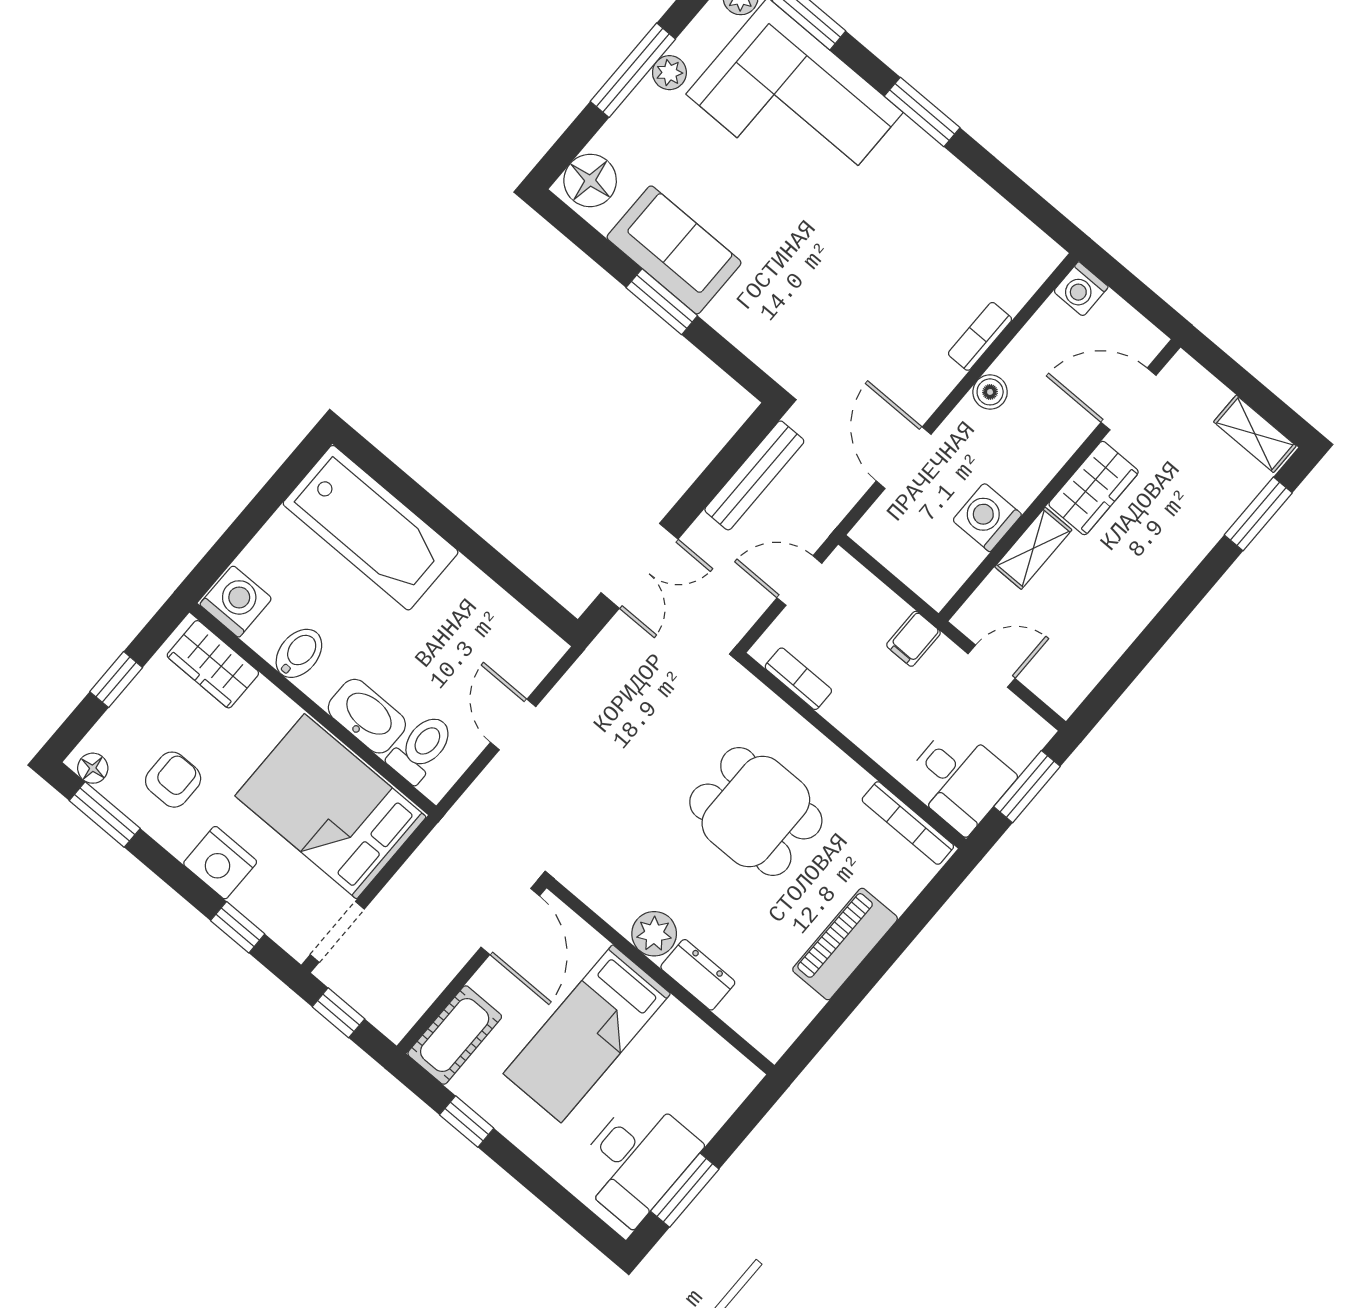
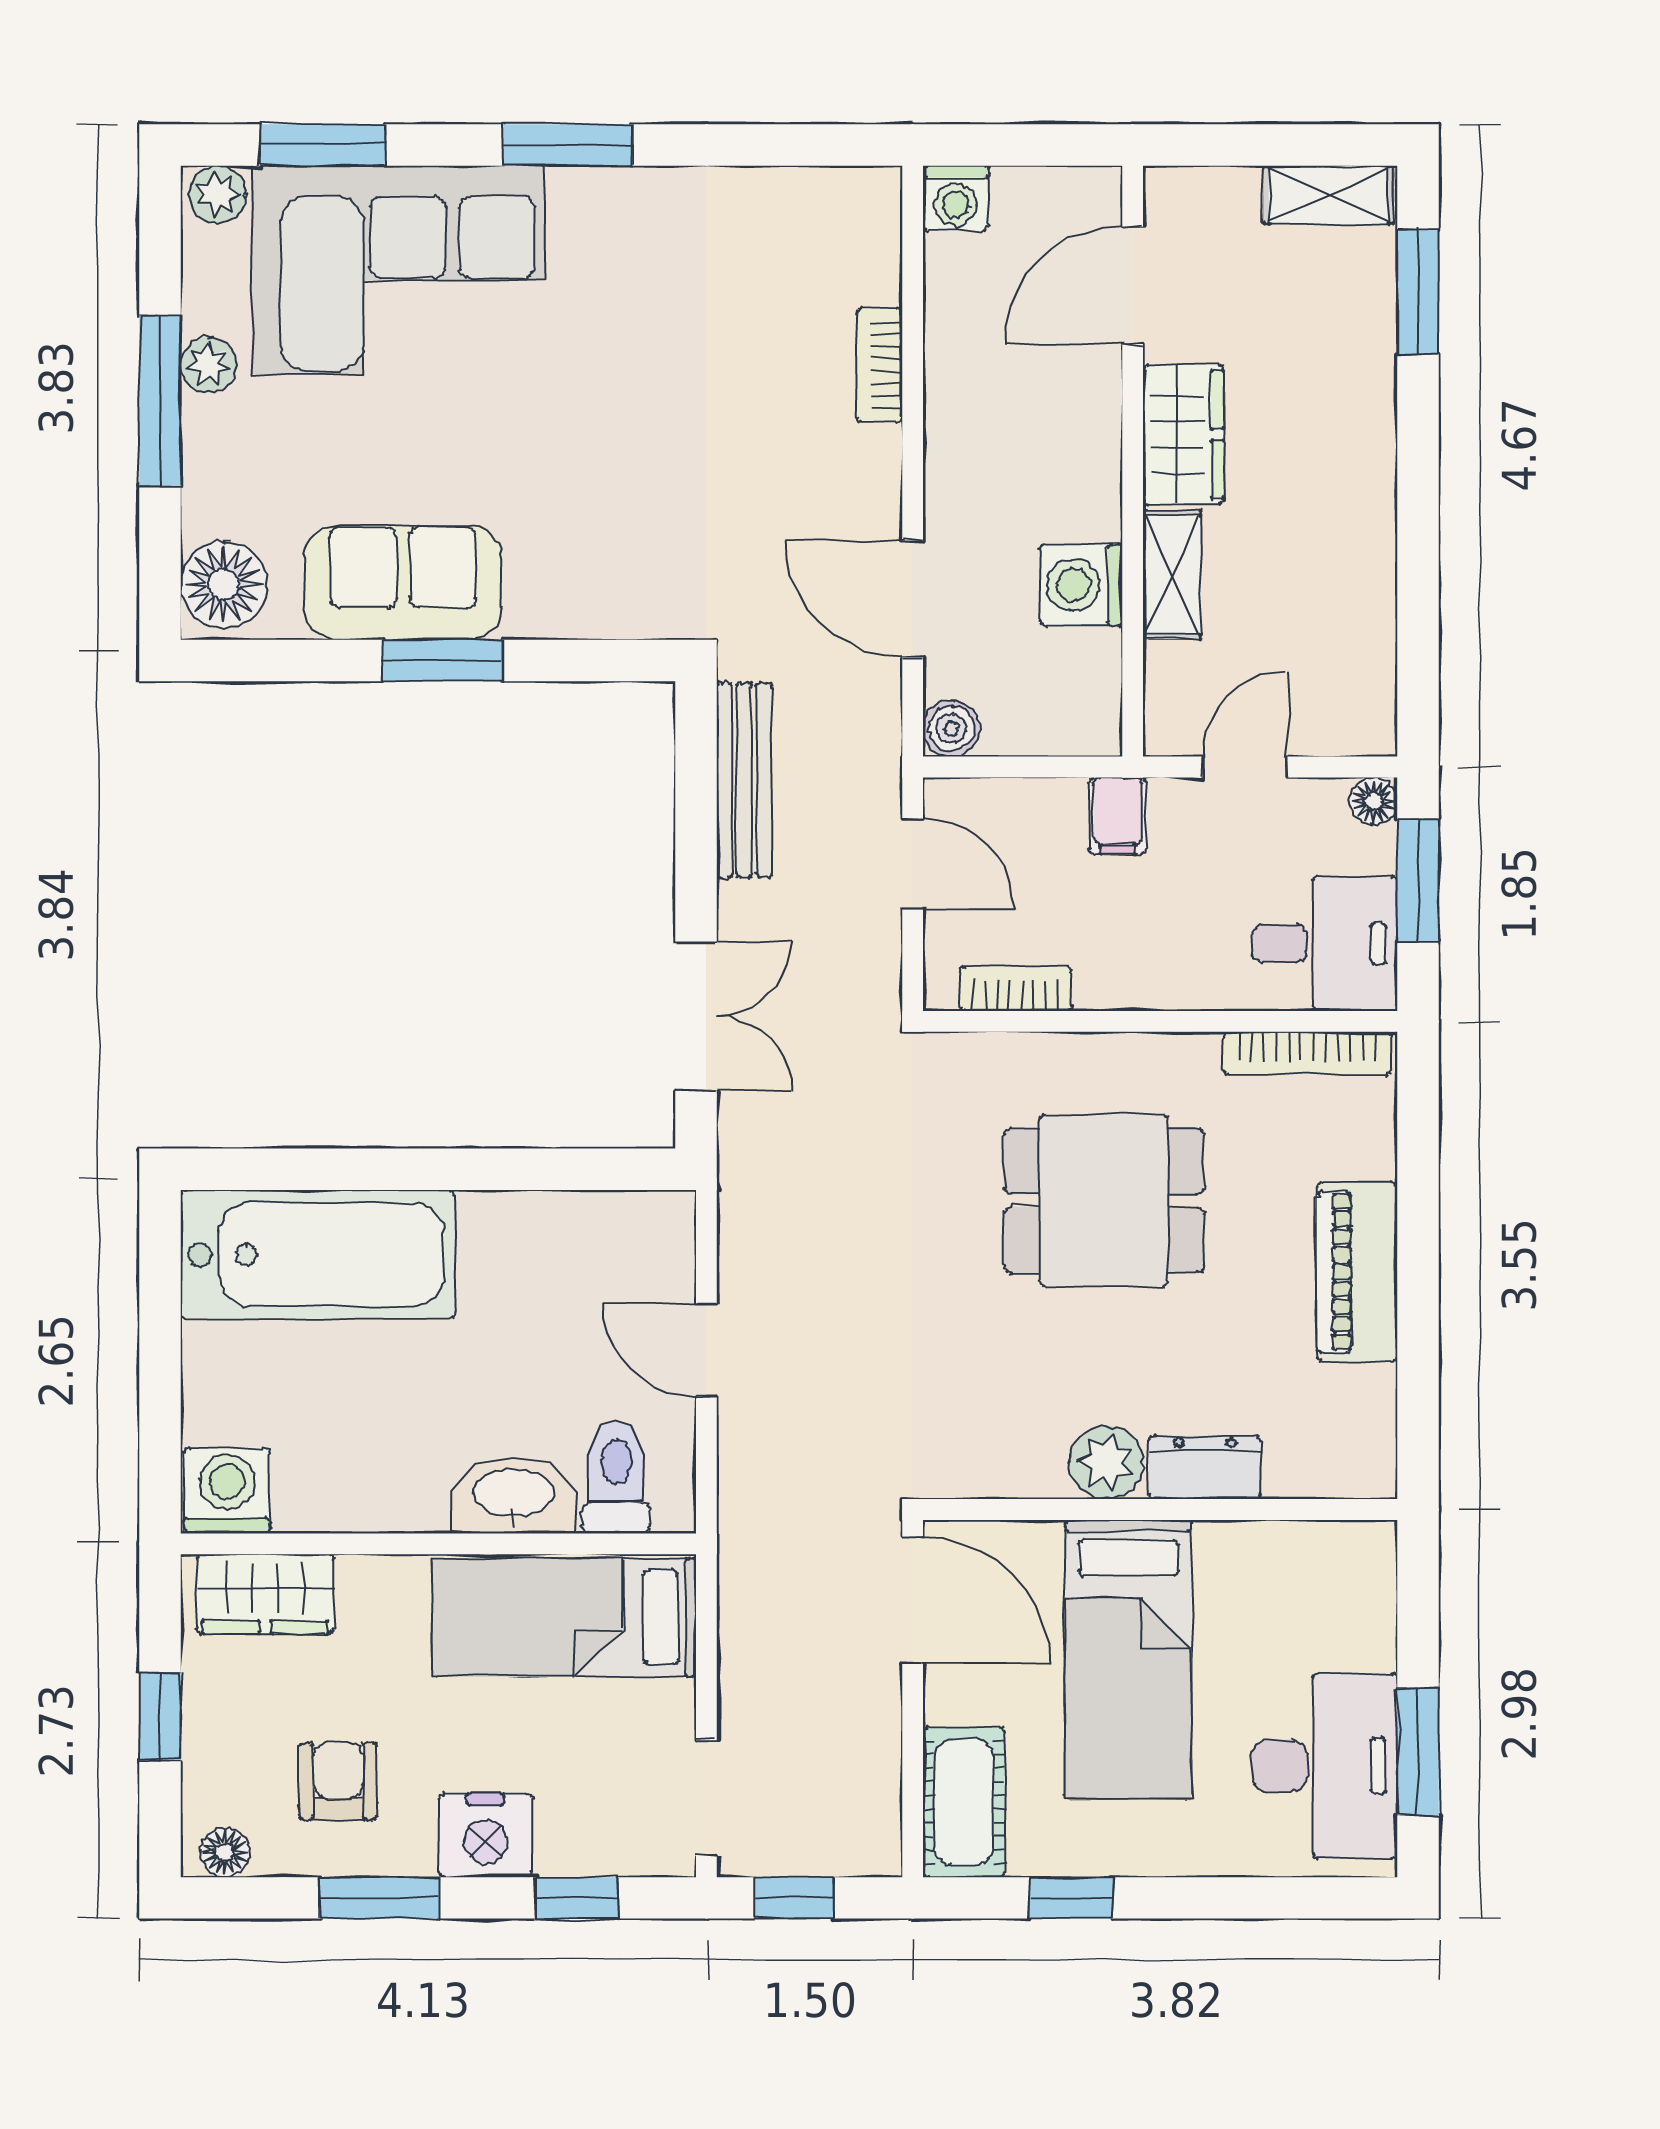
boiler: (990, 392) -> (951, 728), moved
door: (799, 581) -> (913, 864), swing flipped
bidet: (299, 653) -> (362, 1489), removed
floor lamp: (1038, 732) -> (1374, 801), added
bed: (331, 806) -> (564, 1617), width x0.67
window: (105, 815) -> (379, 1898), moved

